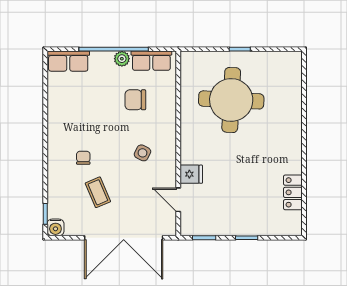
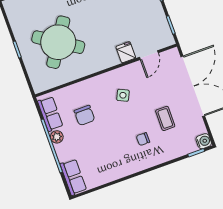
round table: (231, 100) -> (58, 42), turned 30
coffee table: (98, 192) -> (165, 118), turned -67

